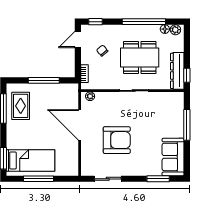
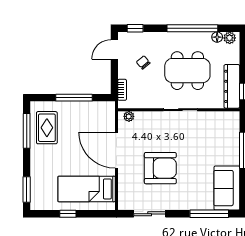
bed: (31, 160) -> (87, 189), moved, turned 180
window: (38, 179) -> (68, 214), width x0.46
window: (158, 179) -> (209, 214), width x1.44

